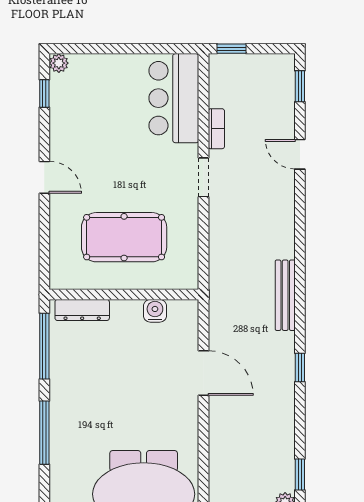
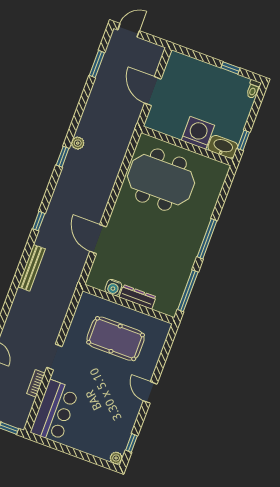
dresser: (82, 310) -> (138, 297), moved

